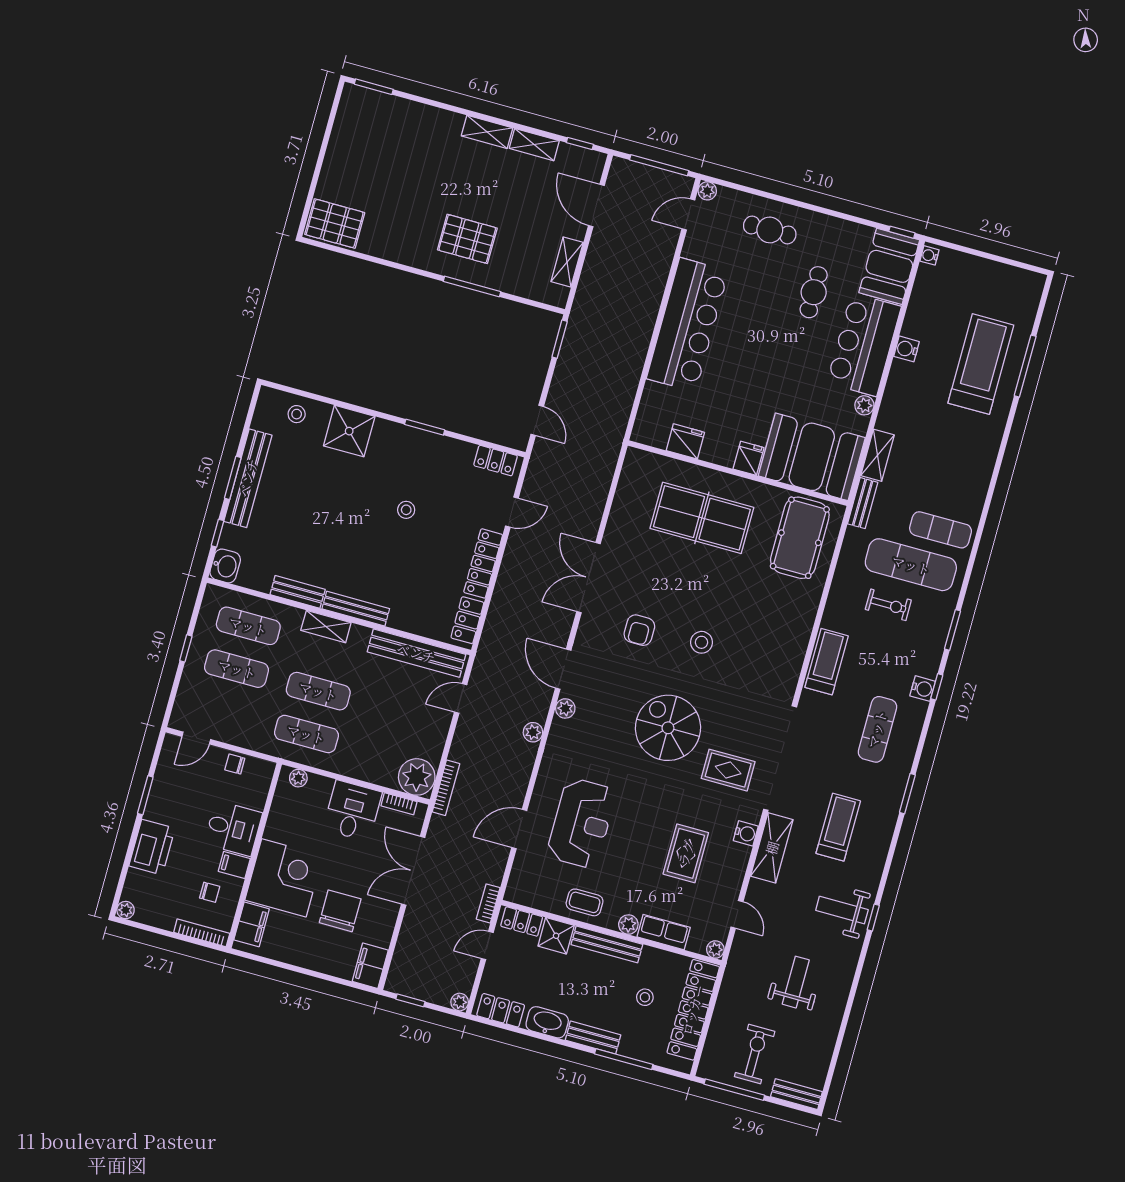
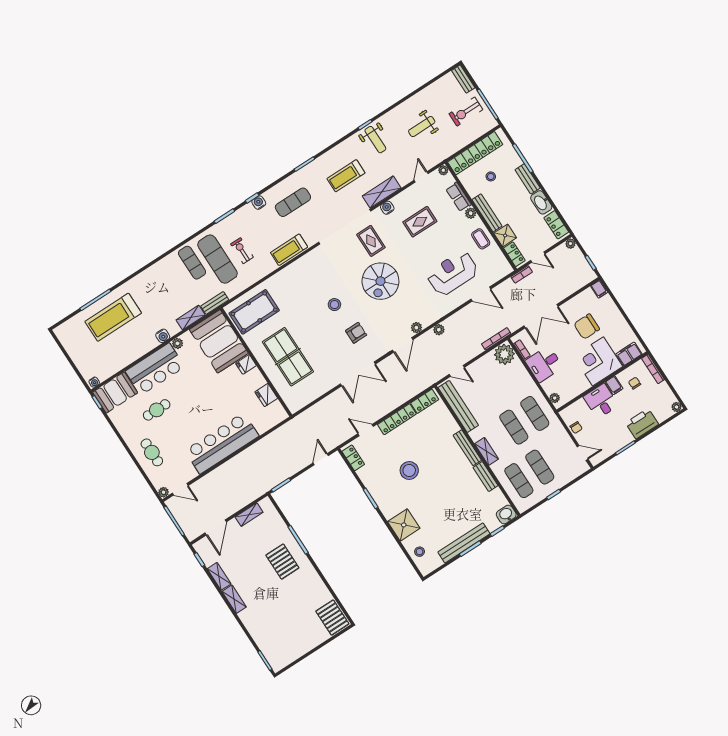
water cooler: (906, 349) -> (163, 336), moved
stool: (406, 510) -> (409, 470), width x1.89, depth x1.89
filing cabinet: (370, 966) -> (599, 289), width x0.50

